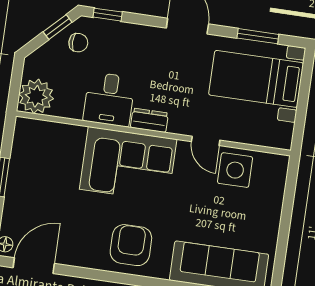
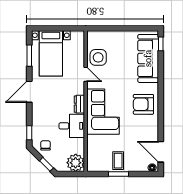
window: (58, 27) -> (46, 164), moved
door: (206, 141) -> (86, 74), hinge flipped
coffee table: (28, 180) -> (118, 161), added

